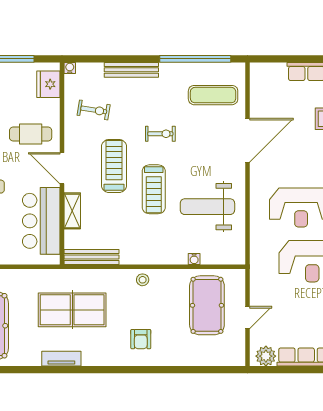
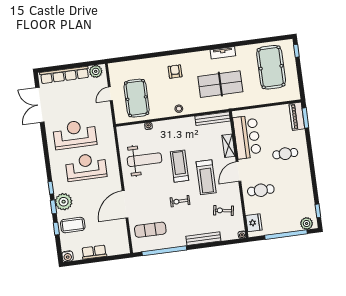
door: (62, 168) -> (238, 171), swing flipped

